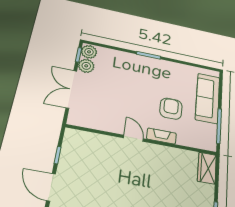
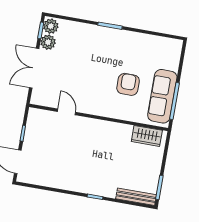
sofa: (208, 98) -> (162, 96), moved
fireplace: (161, 136) -> (116, 113), removed
door: (133, 138) -> (67, 112), moved
wardrobe: (207, 168) -> (147, 136), moved, turned -90

